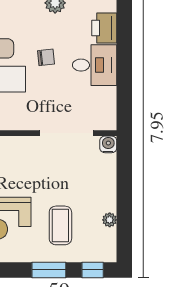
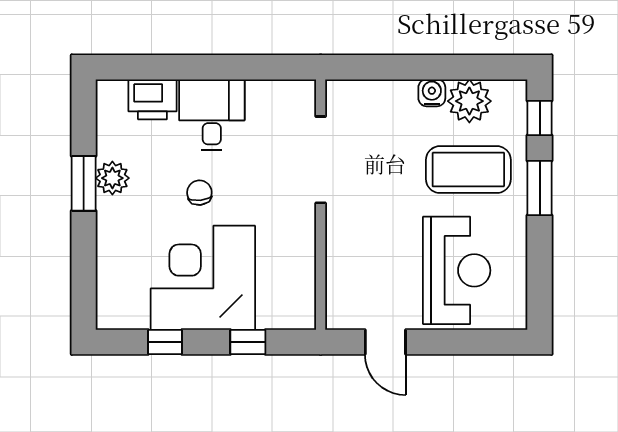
water cooler: (108, 144) -> (432, 93), moved, turned 90
plant: (110, 220) -> (469, 101), width x1.88, depth x1.88
coffee table: (60, 225) -> (468, 170), width x1.36, depth x1.32

